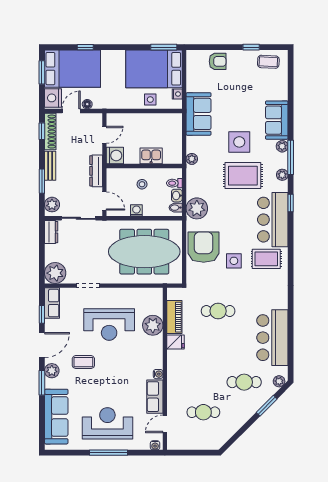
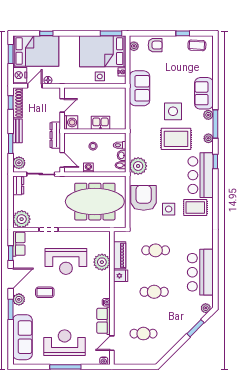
plant: (192, 159) -> (134, 46), moved
cafe table: (244, 382) -> (154, 292), moved

